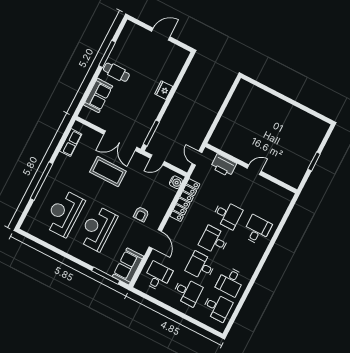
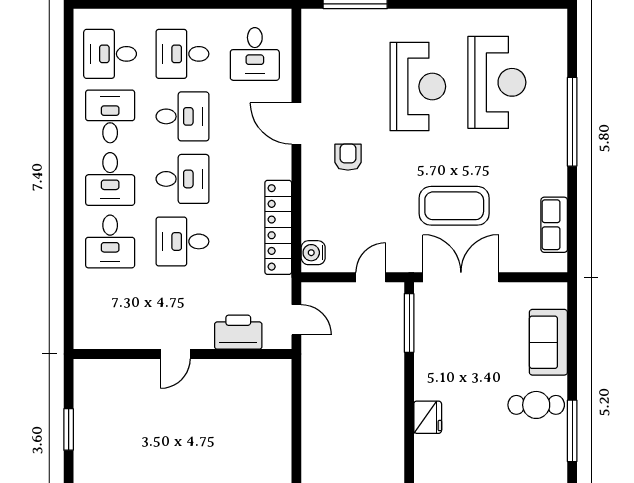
desk: (244, 256) -> (110, 179), added
sofa: (128, 266) -> (322, 44), removed

